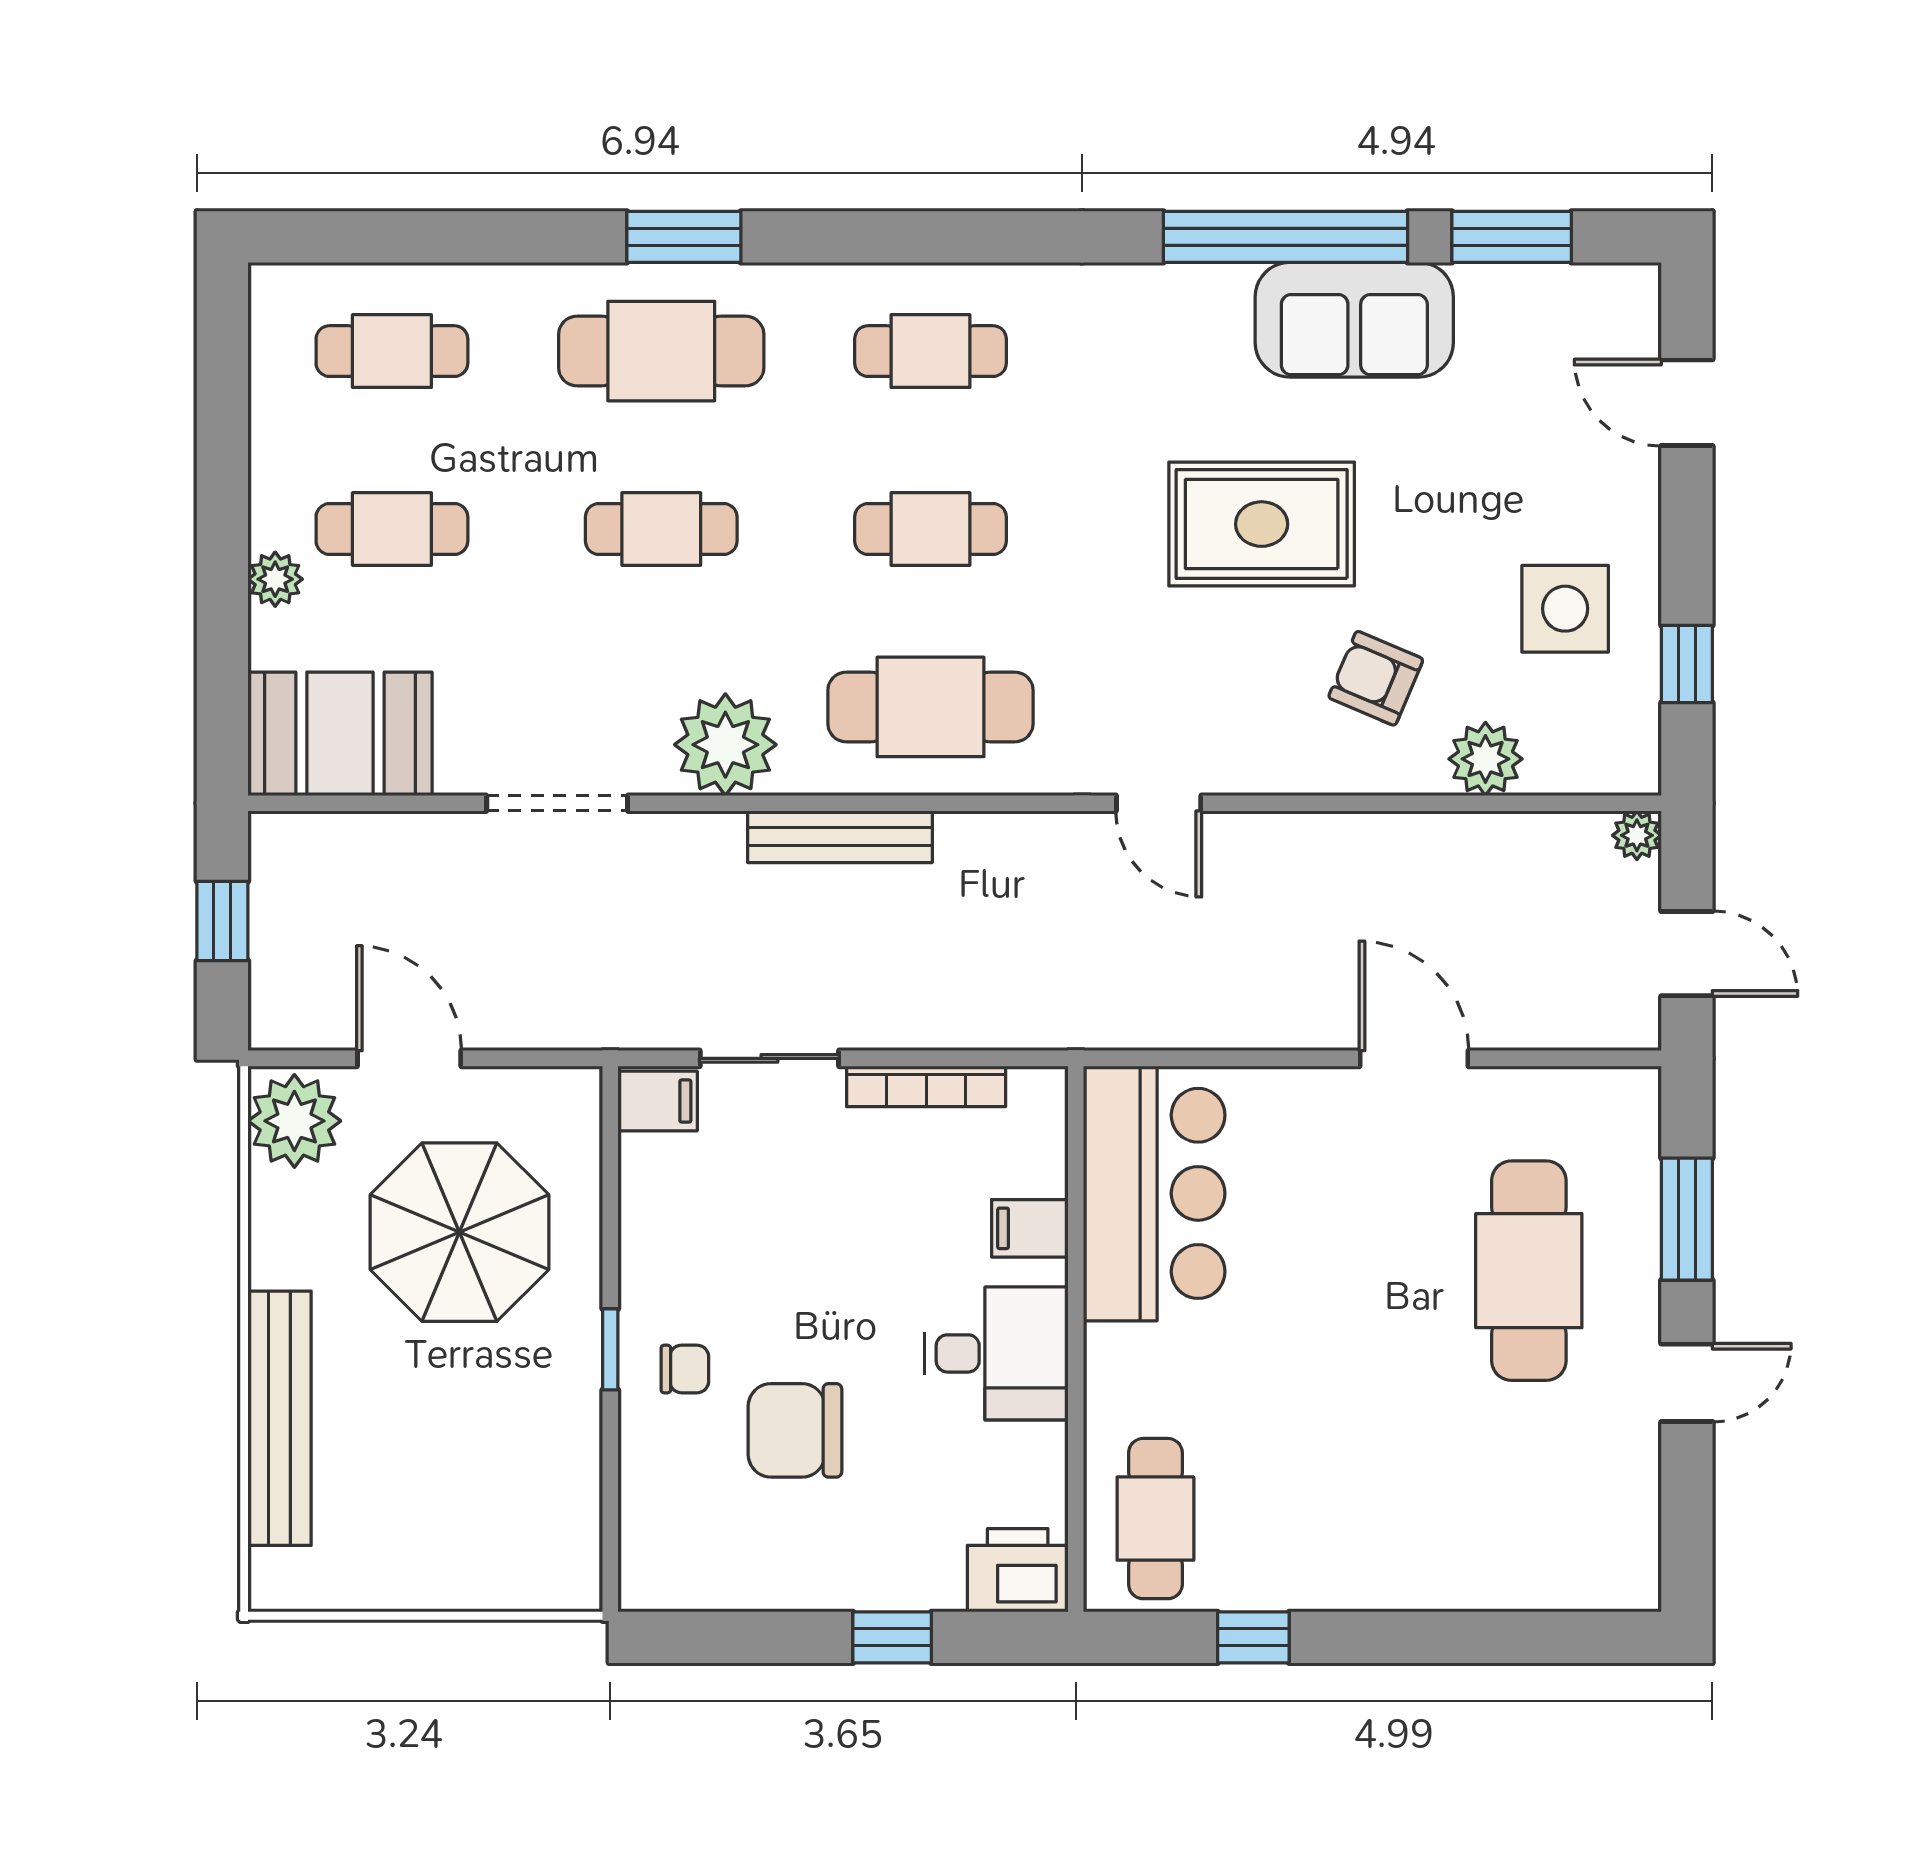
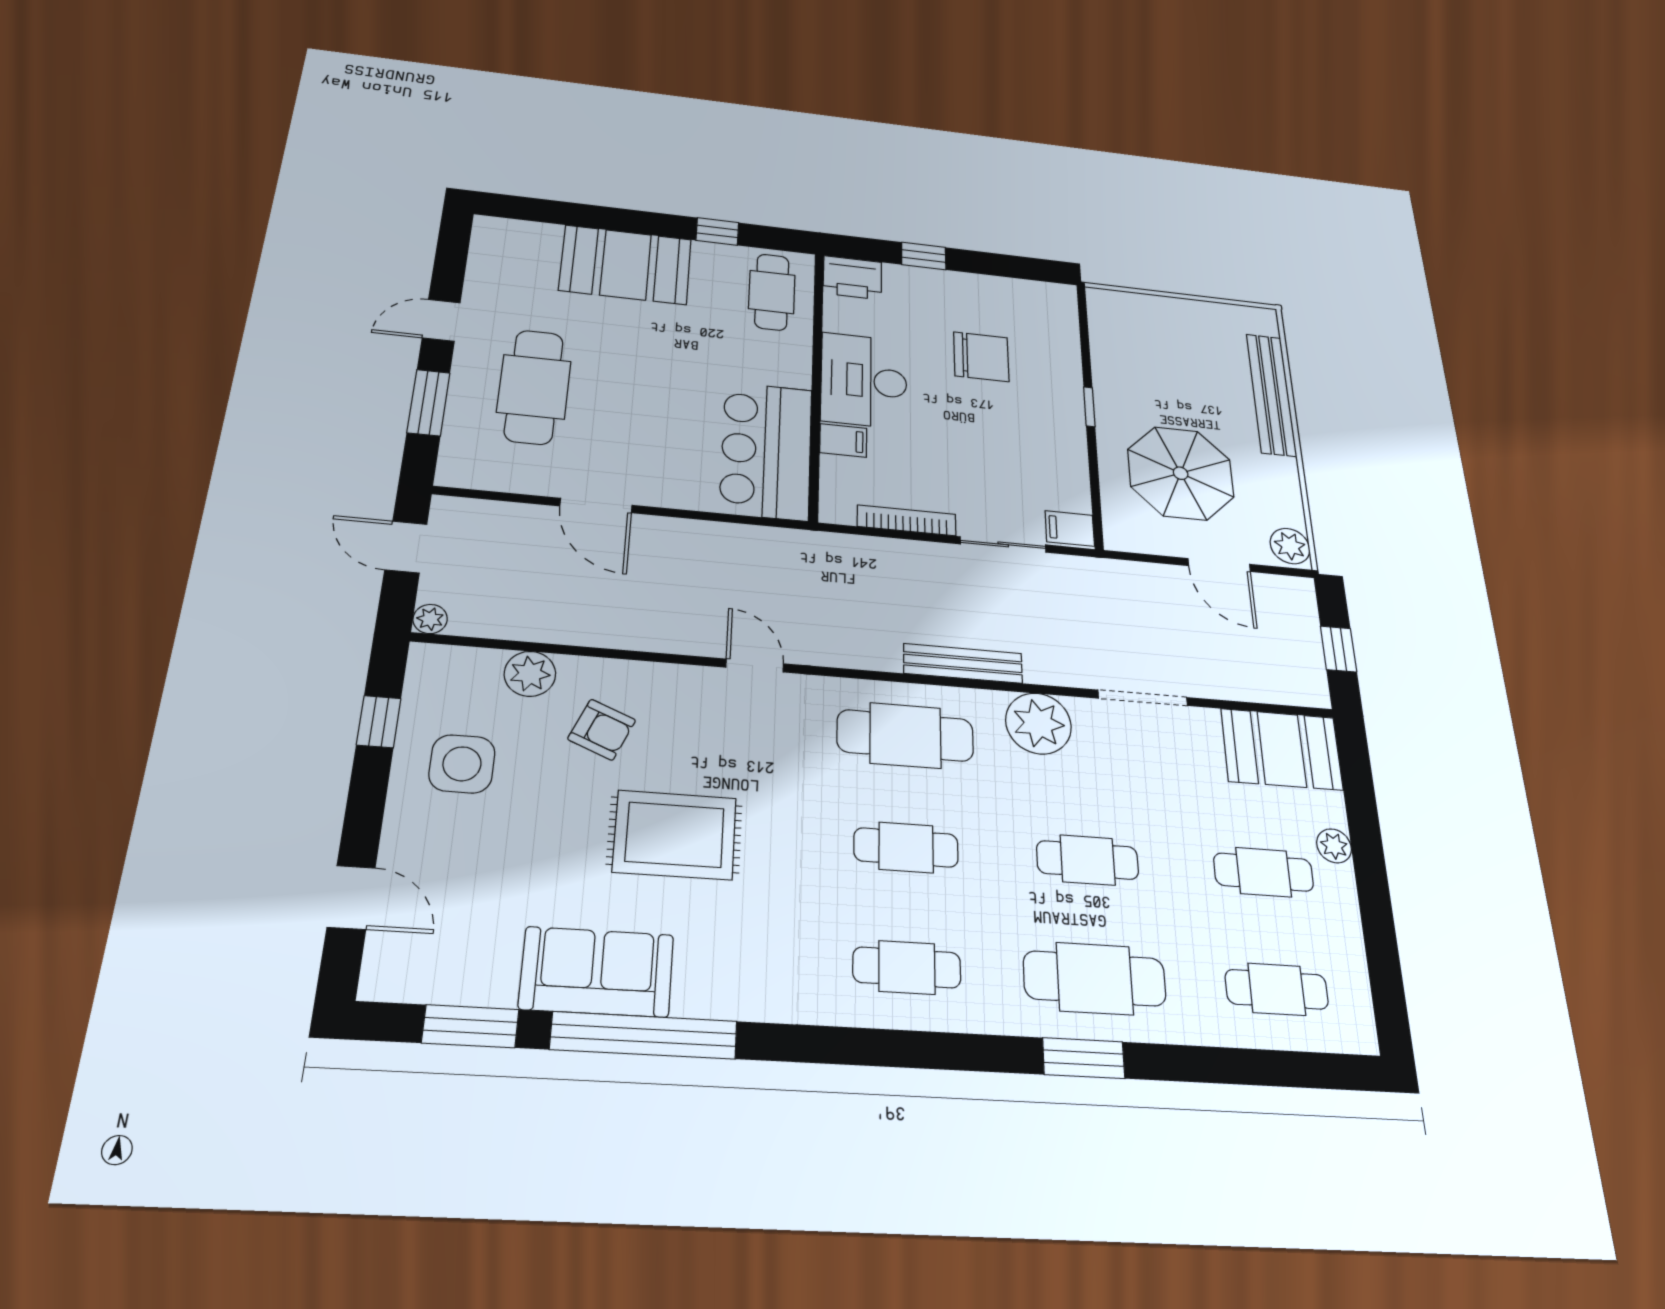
plant: (294, 1121) -> (1290, 546), width x0.73, depth x0.73
desk: (996, 1353) -> (864, 381), width x1.37
chair: (685, 1369) -> (1046, 393), removed
booth: (1403, 1541) -> (626, 265), added

